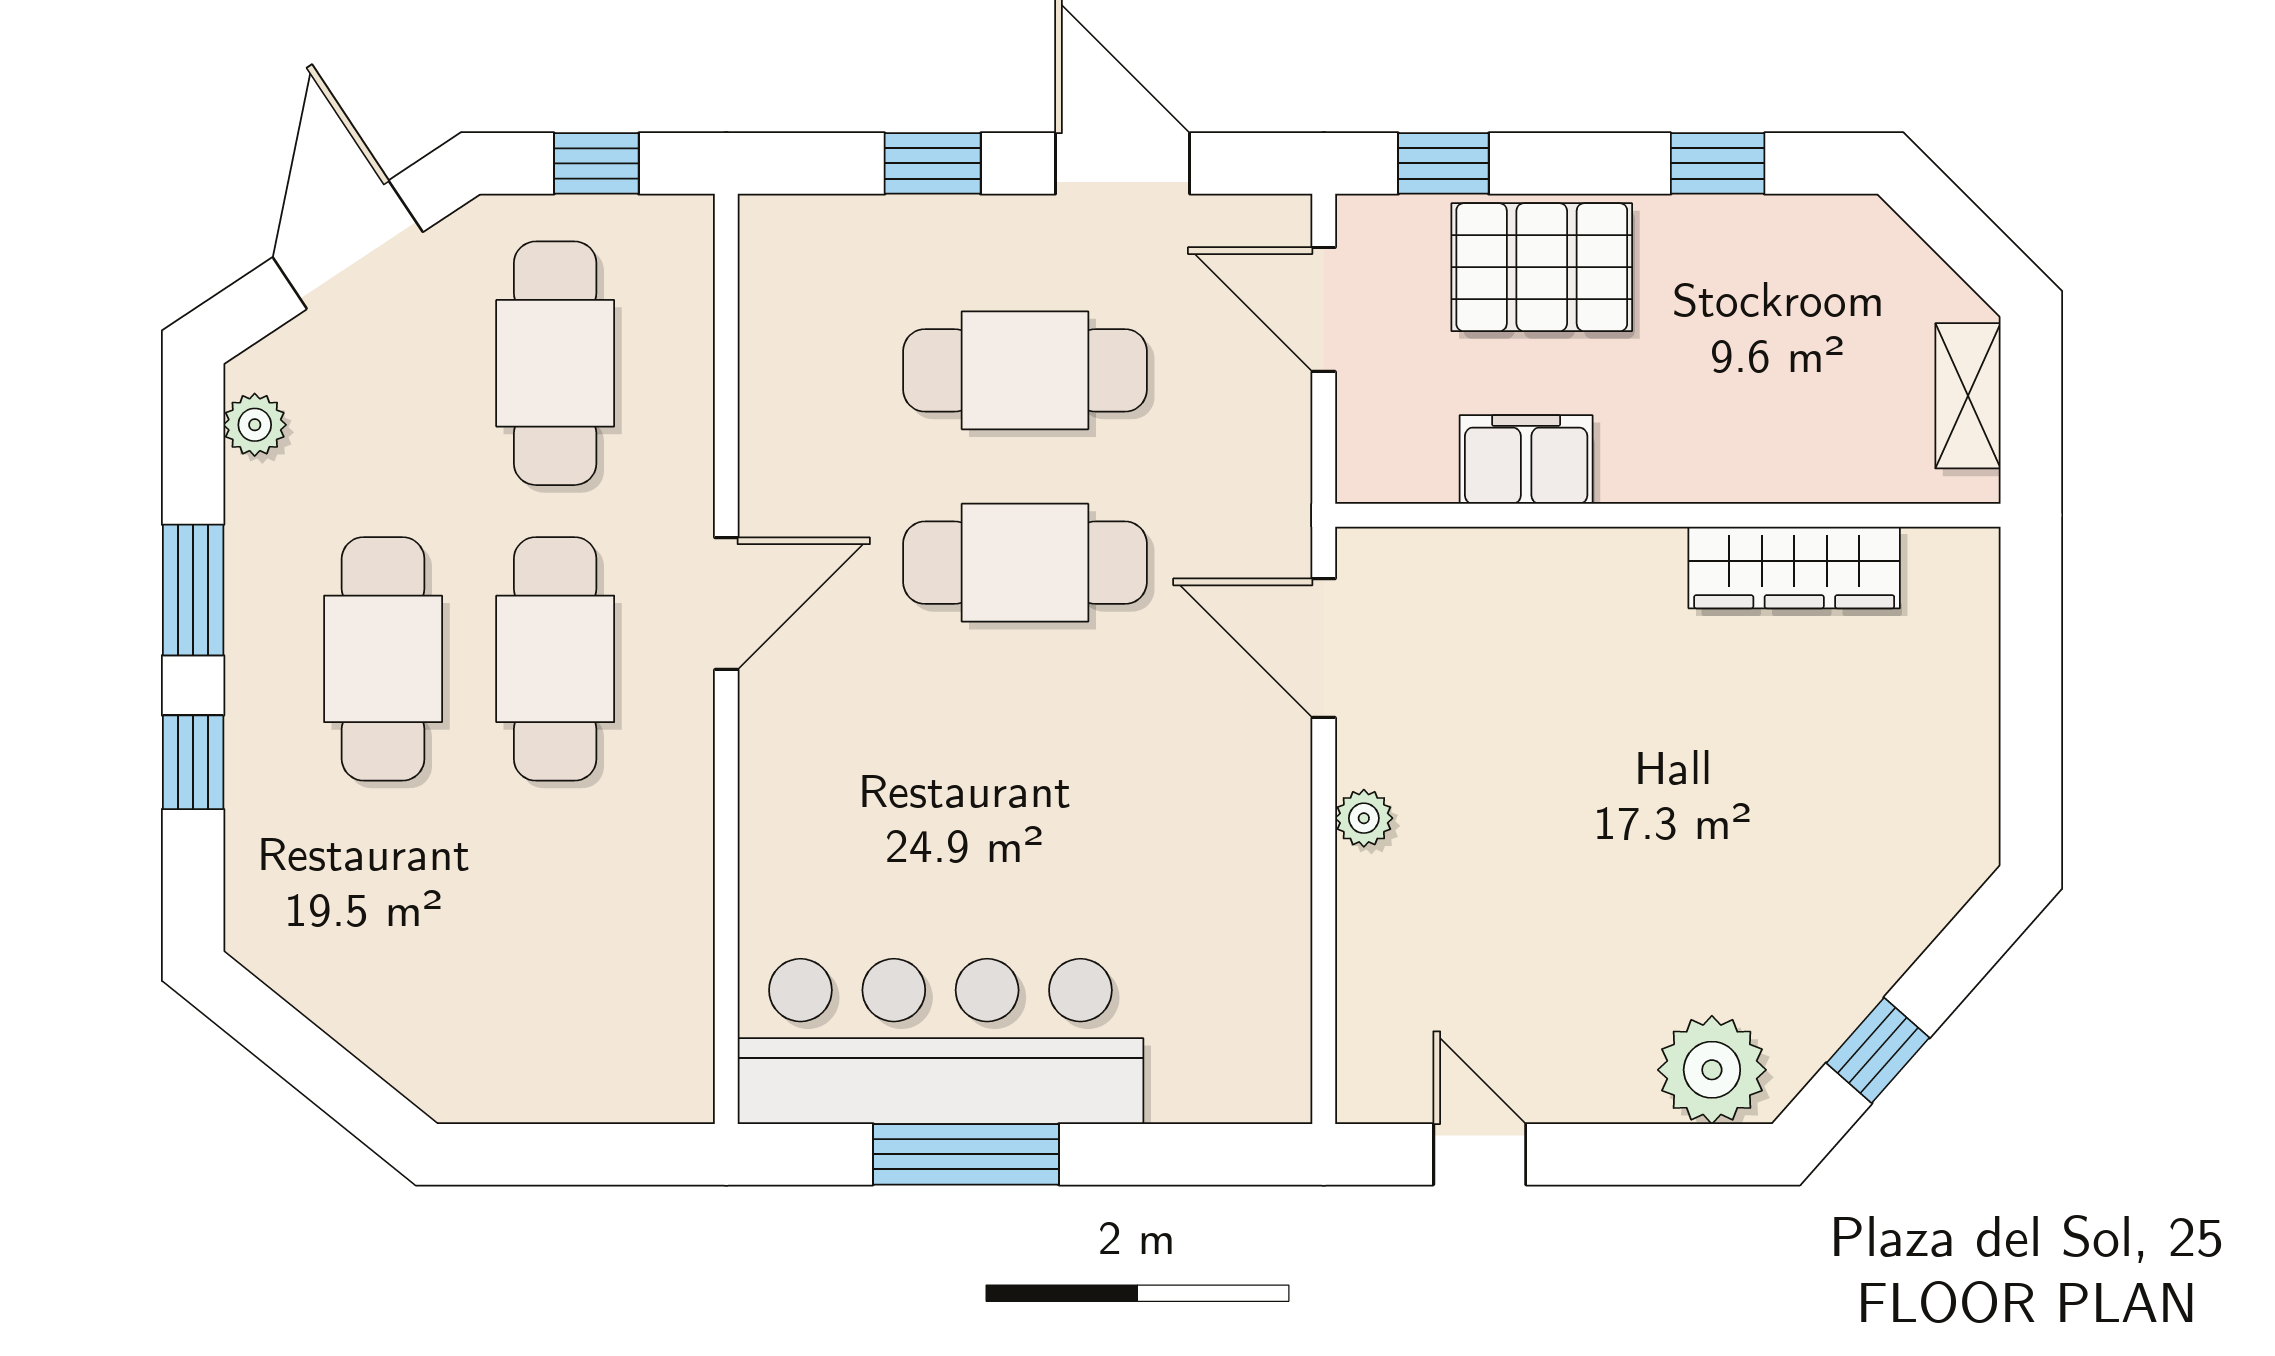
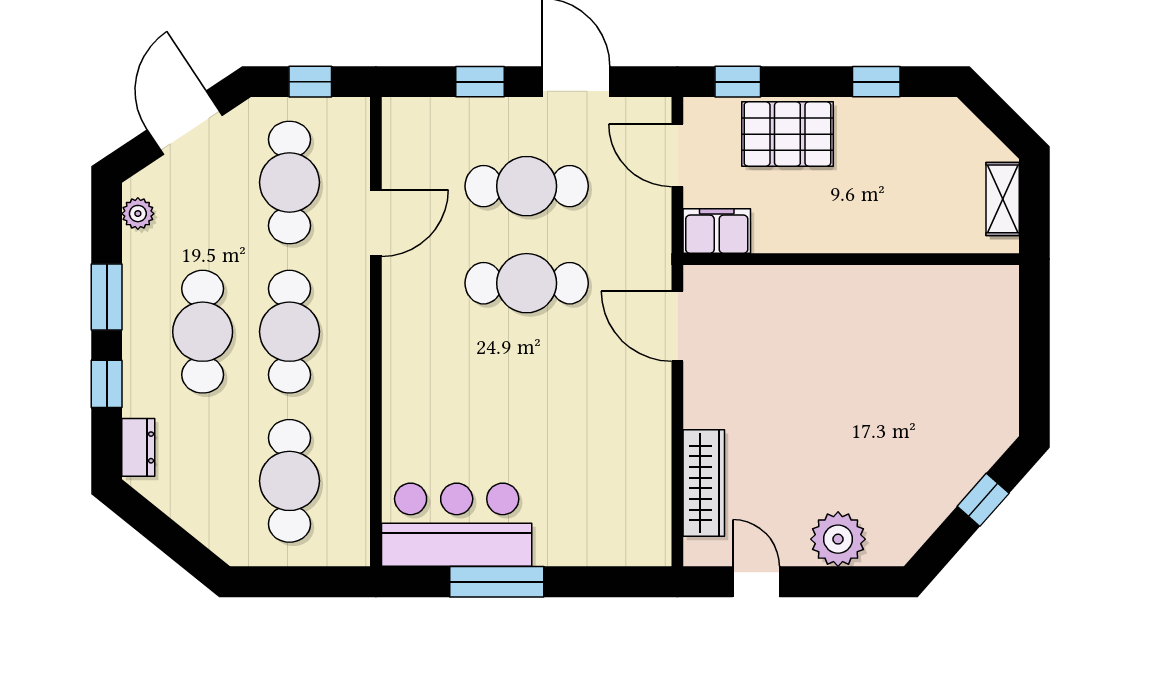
filing cabinet: (1526, 459) -> (717, 231), moved
wardrobe: (1794, 567) -> (704, 483), moved, turned -90
door: (726, 604) -> (376, 223), moved
plant: (1364, 818) -> (698, 412), removed
dresser: (256, 888) -> (138, 447), added
cafe table: (555, 954) -> (289, 481), added
bar counter: (940, 1041) -> (457, 525), width x0.73
window: (1878, 1050) -> (983, 500), moved
plant: (1712, 1070) -> (838, 539), moved

